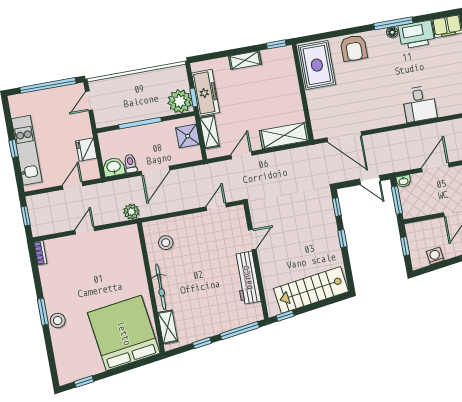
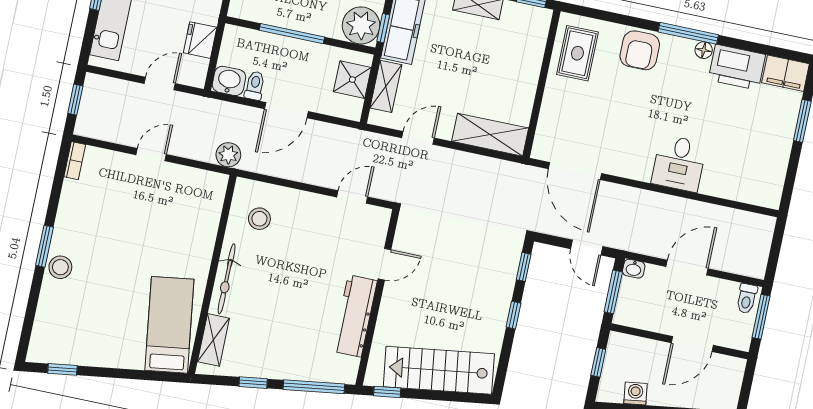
window: (393, 23) -> (688, 33), moved
rug: (317, 65) -> (577, 53), width x0.73, depth x0.70
desk: (419, 104) -> (679, 163), moved
bed: (124, 333) -> (169, 325), width x0.49

